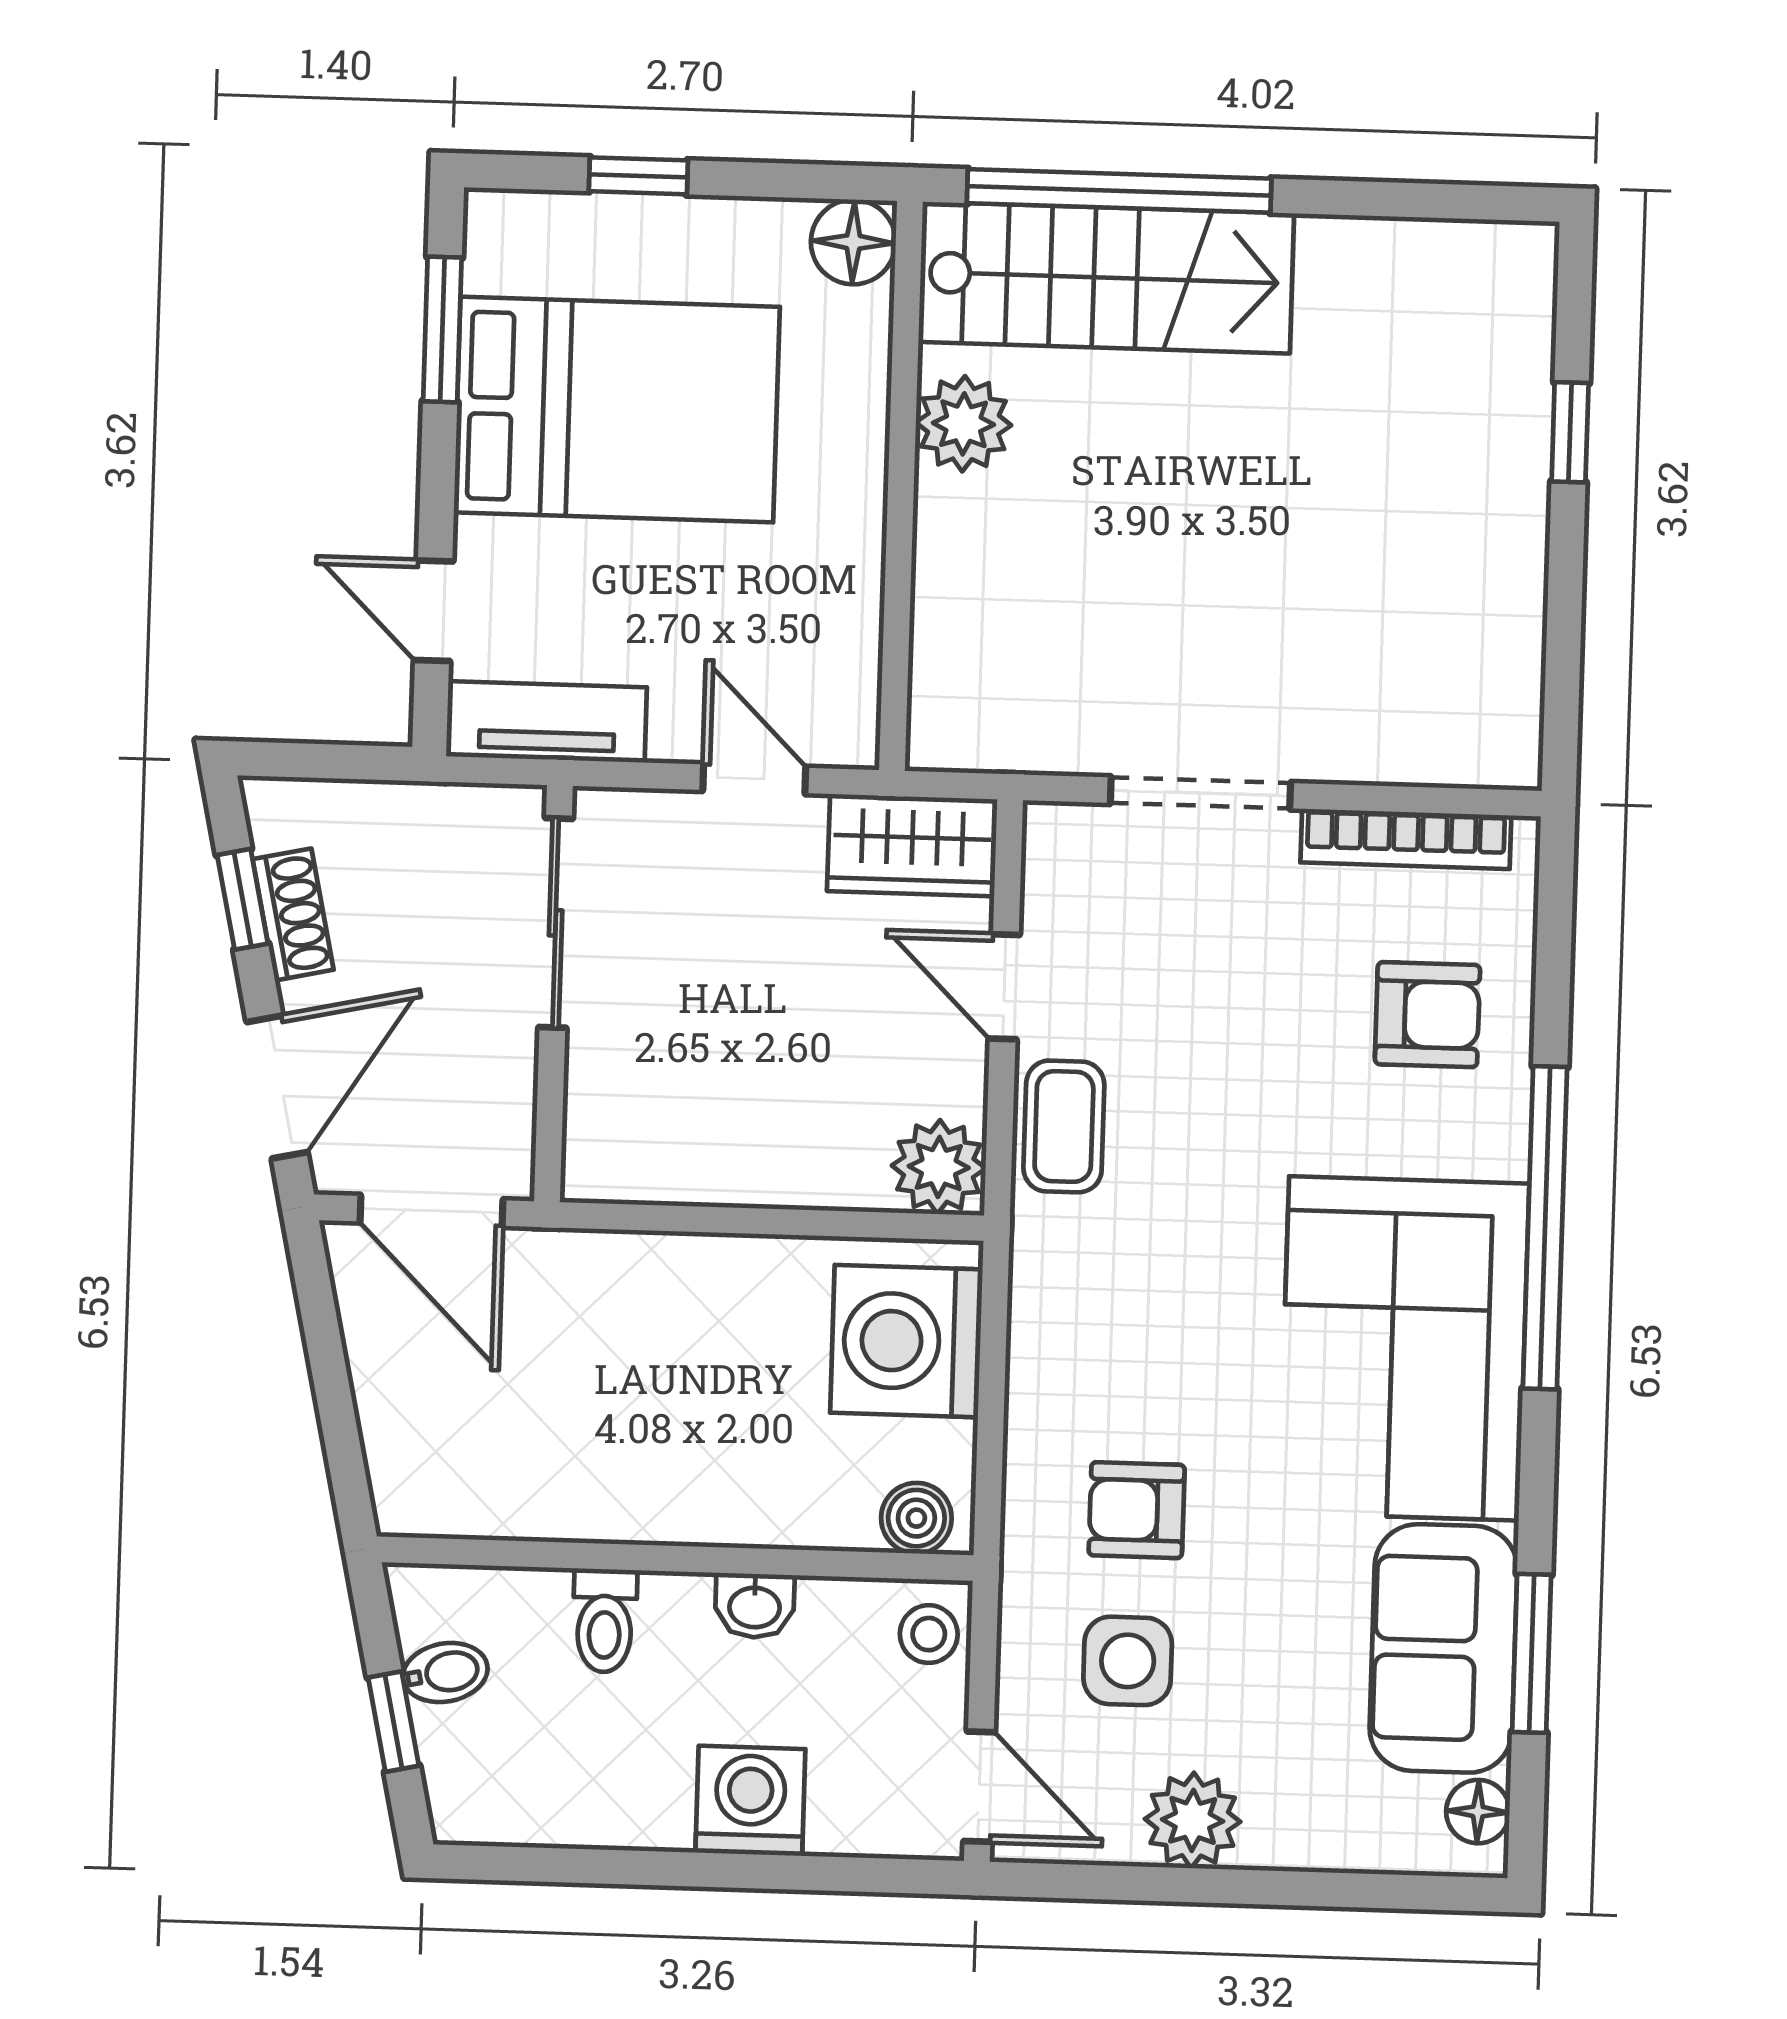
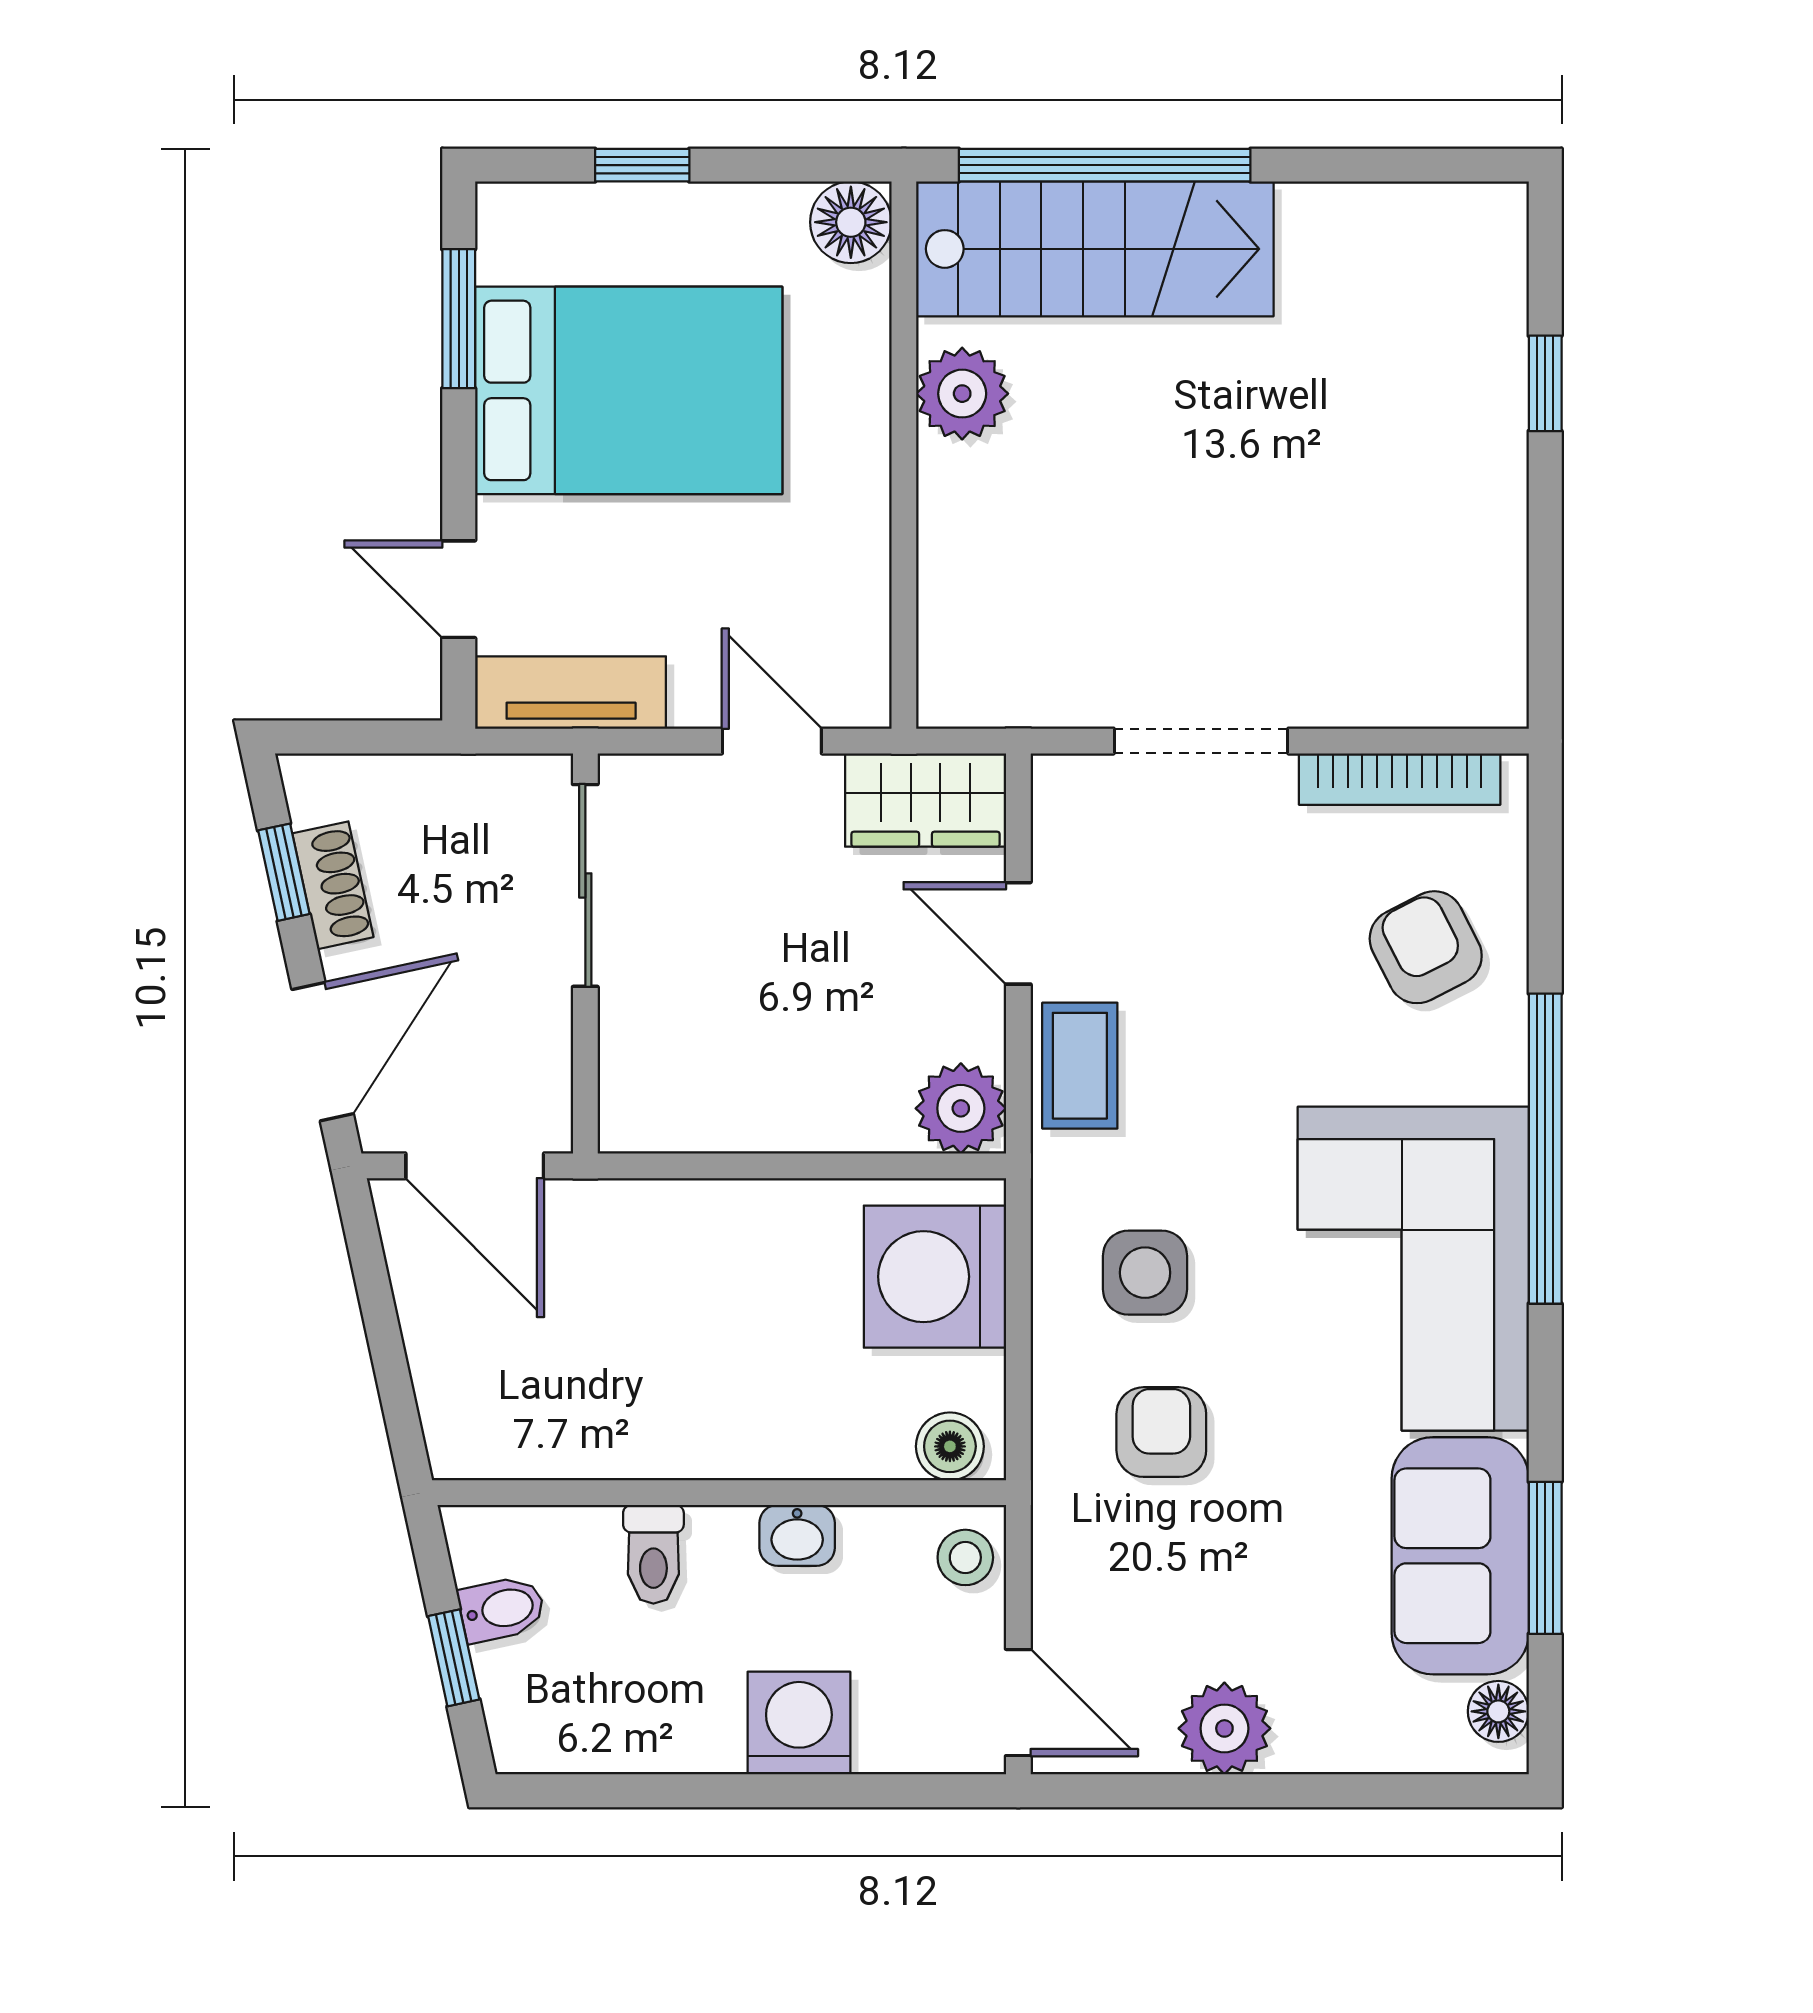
armchair: (1427, 1015) -> (1426, 947), turned -117
armchair: (1137, 1510) -> (1161, 1432), turned 90
side table: (1128, 1661) -> (1145, 1273), moved

